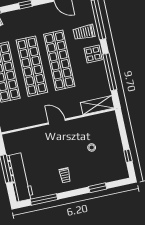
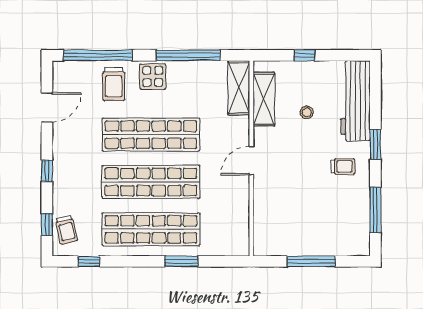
shelving: (94, 121) -> (264, 99), added
window: (128, 156) -> (304, 55), moved
workbench: (20, 177) -> (355, 101), moved, turned -90
window: (98, 188) -> (375, 144), moved

